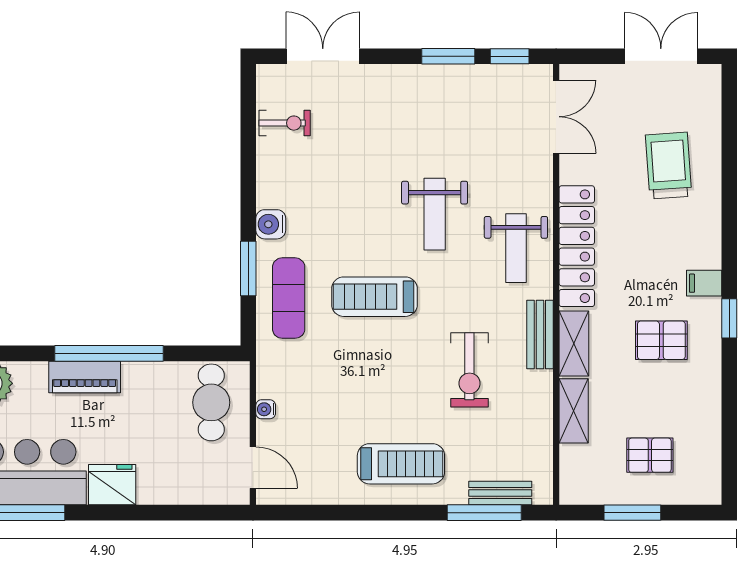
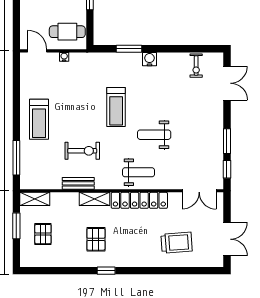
weight bench: (516, 248) -> (138, 172), turned 180
filing cabinet: (704, 283) -> (122, 259), removed
treadmill: (374, 297) -> (116, 107), turned 180
exercise mat: (289, 298) -> (115, 67), removed
bench: (540, 334) -> (78, 183), moved
exercise bike: (469, 370) -> (82, 151), turned 180
shelving: (574, 411) -> (35, 199), moved
door: (253, 468) -> (37, 51), swing flipped
bench: (500, 493) -> (25, 165), removed

